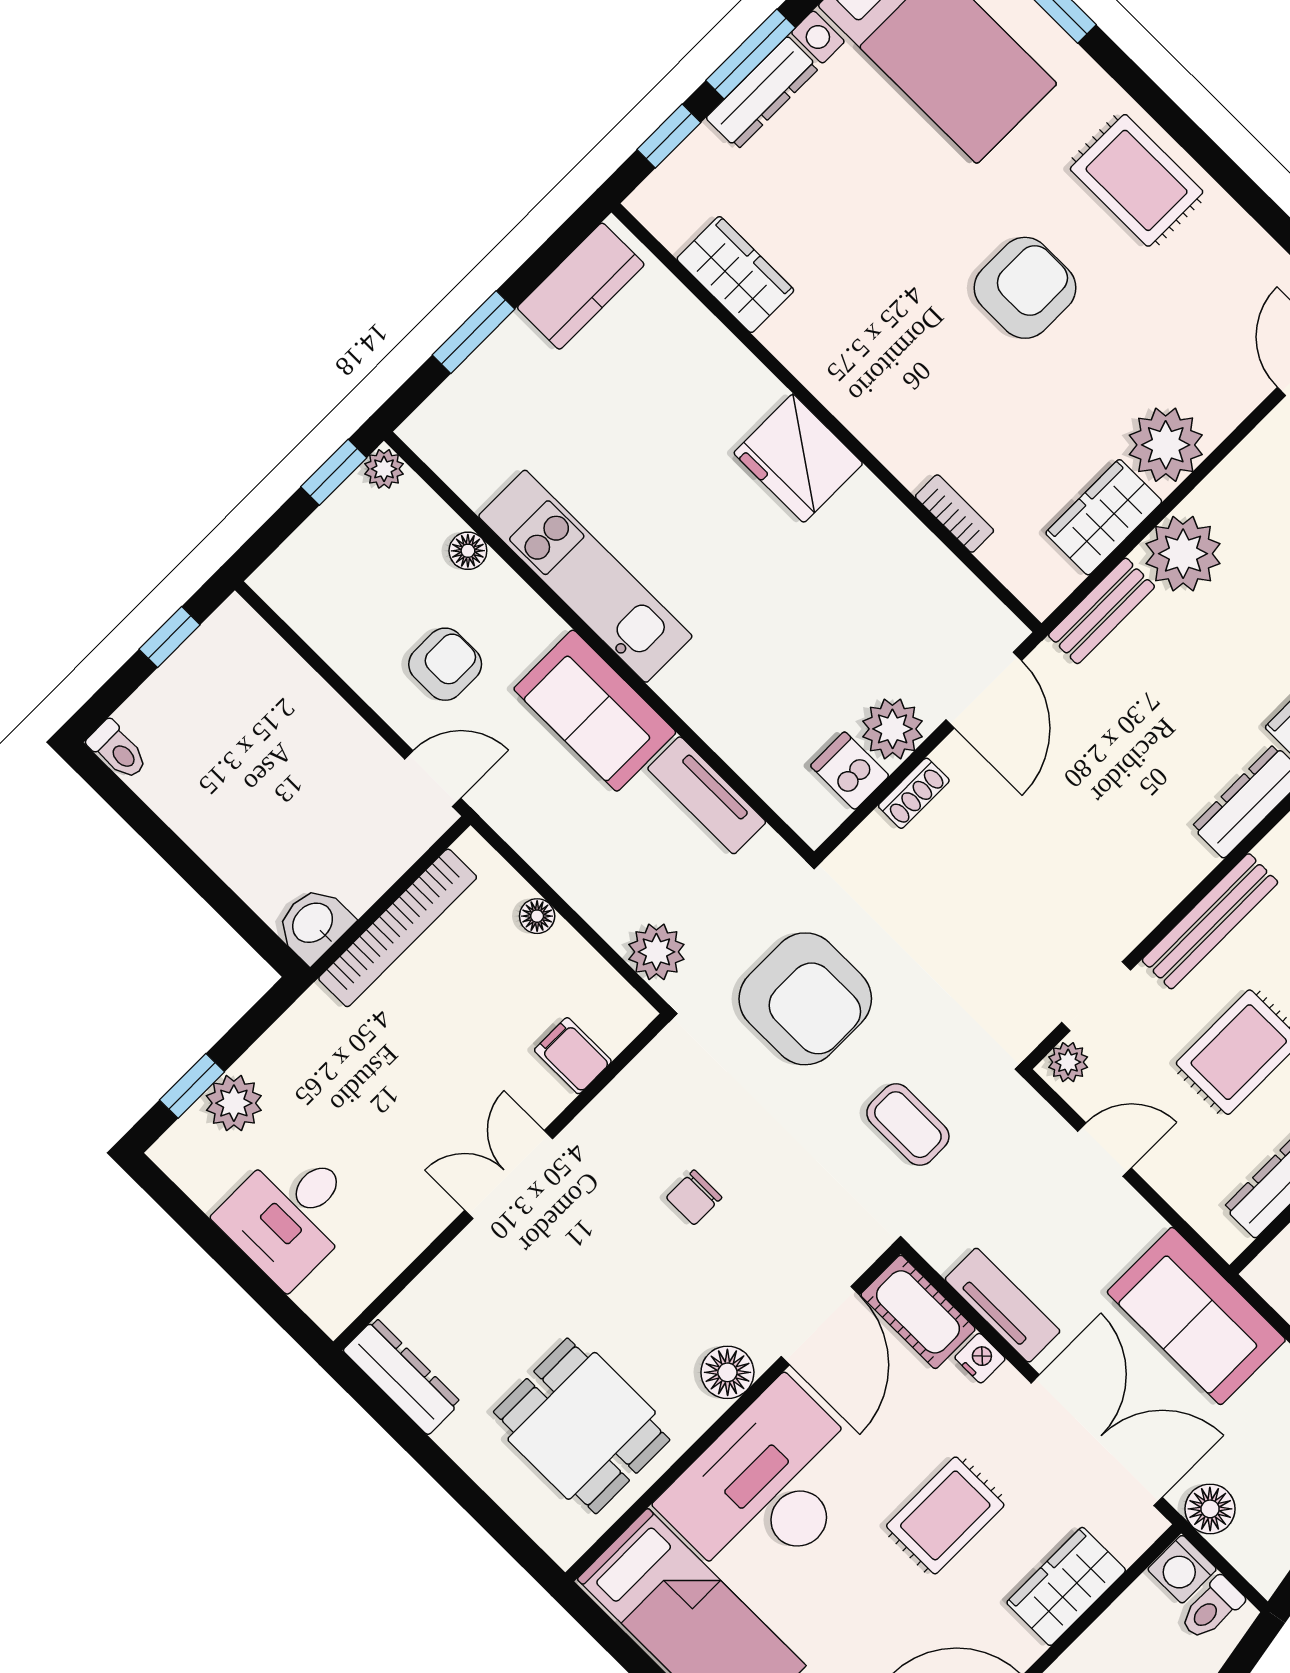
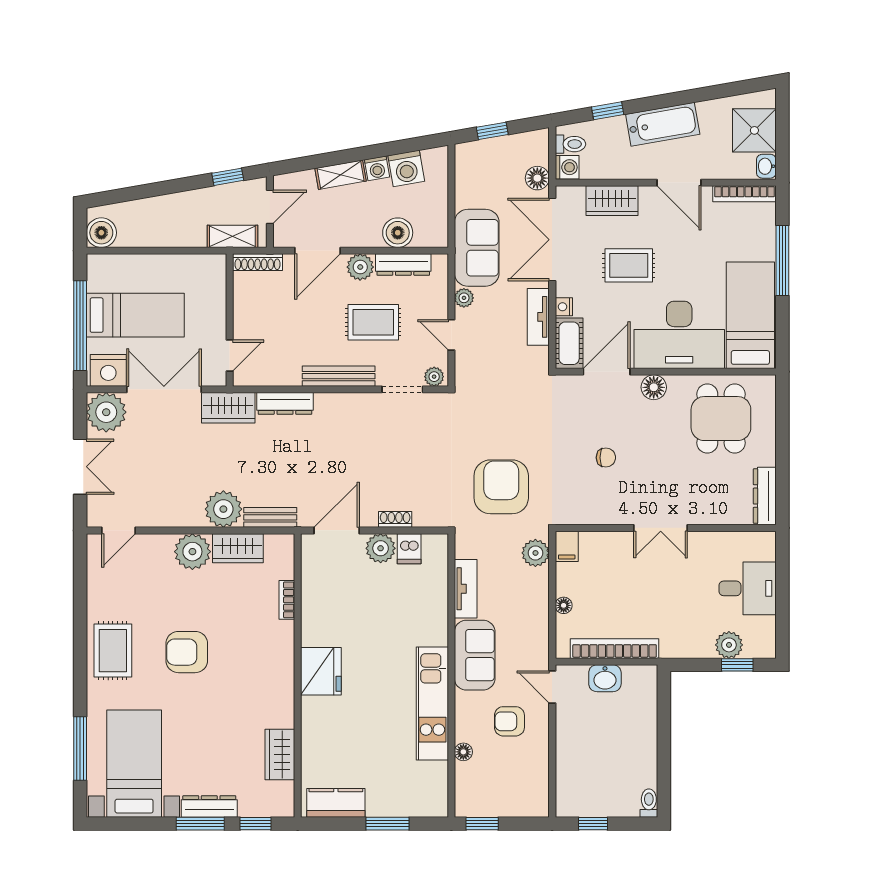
plant: (384, 469) -> (464, 298), moved
washbasin: (314, 924) -> (605, 678), moved
filing cabinet: (573, 1056) -> (567, 546), moved
coffee table: (908, 1125) -> (509, 410), removed

